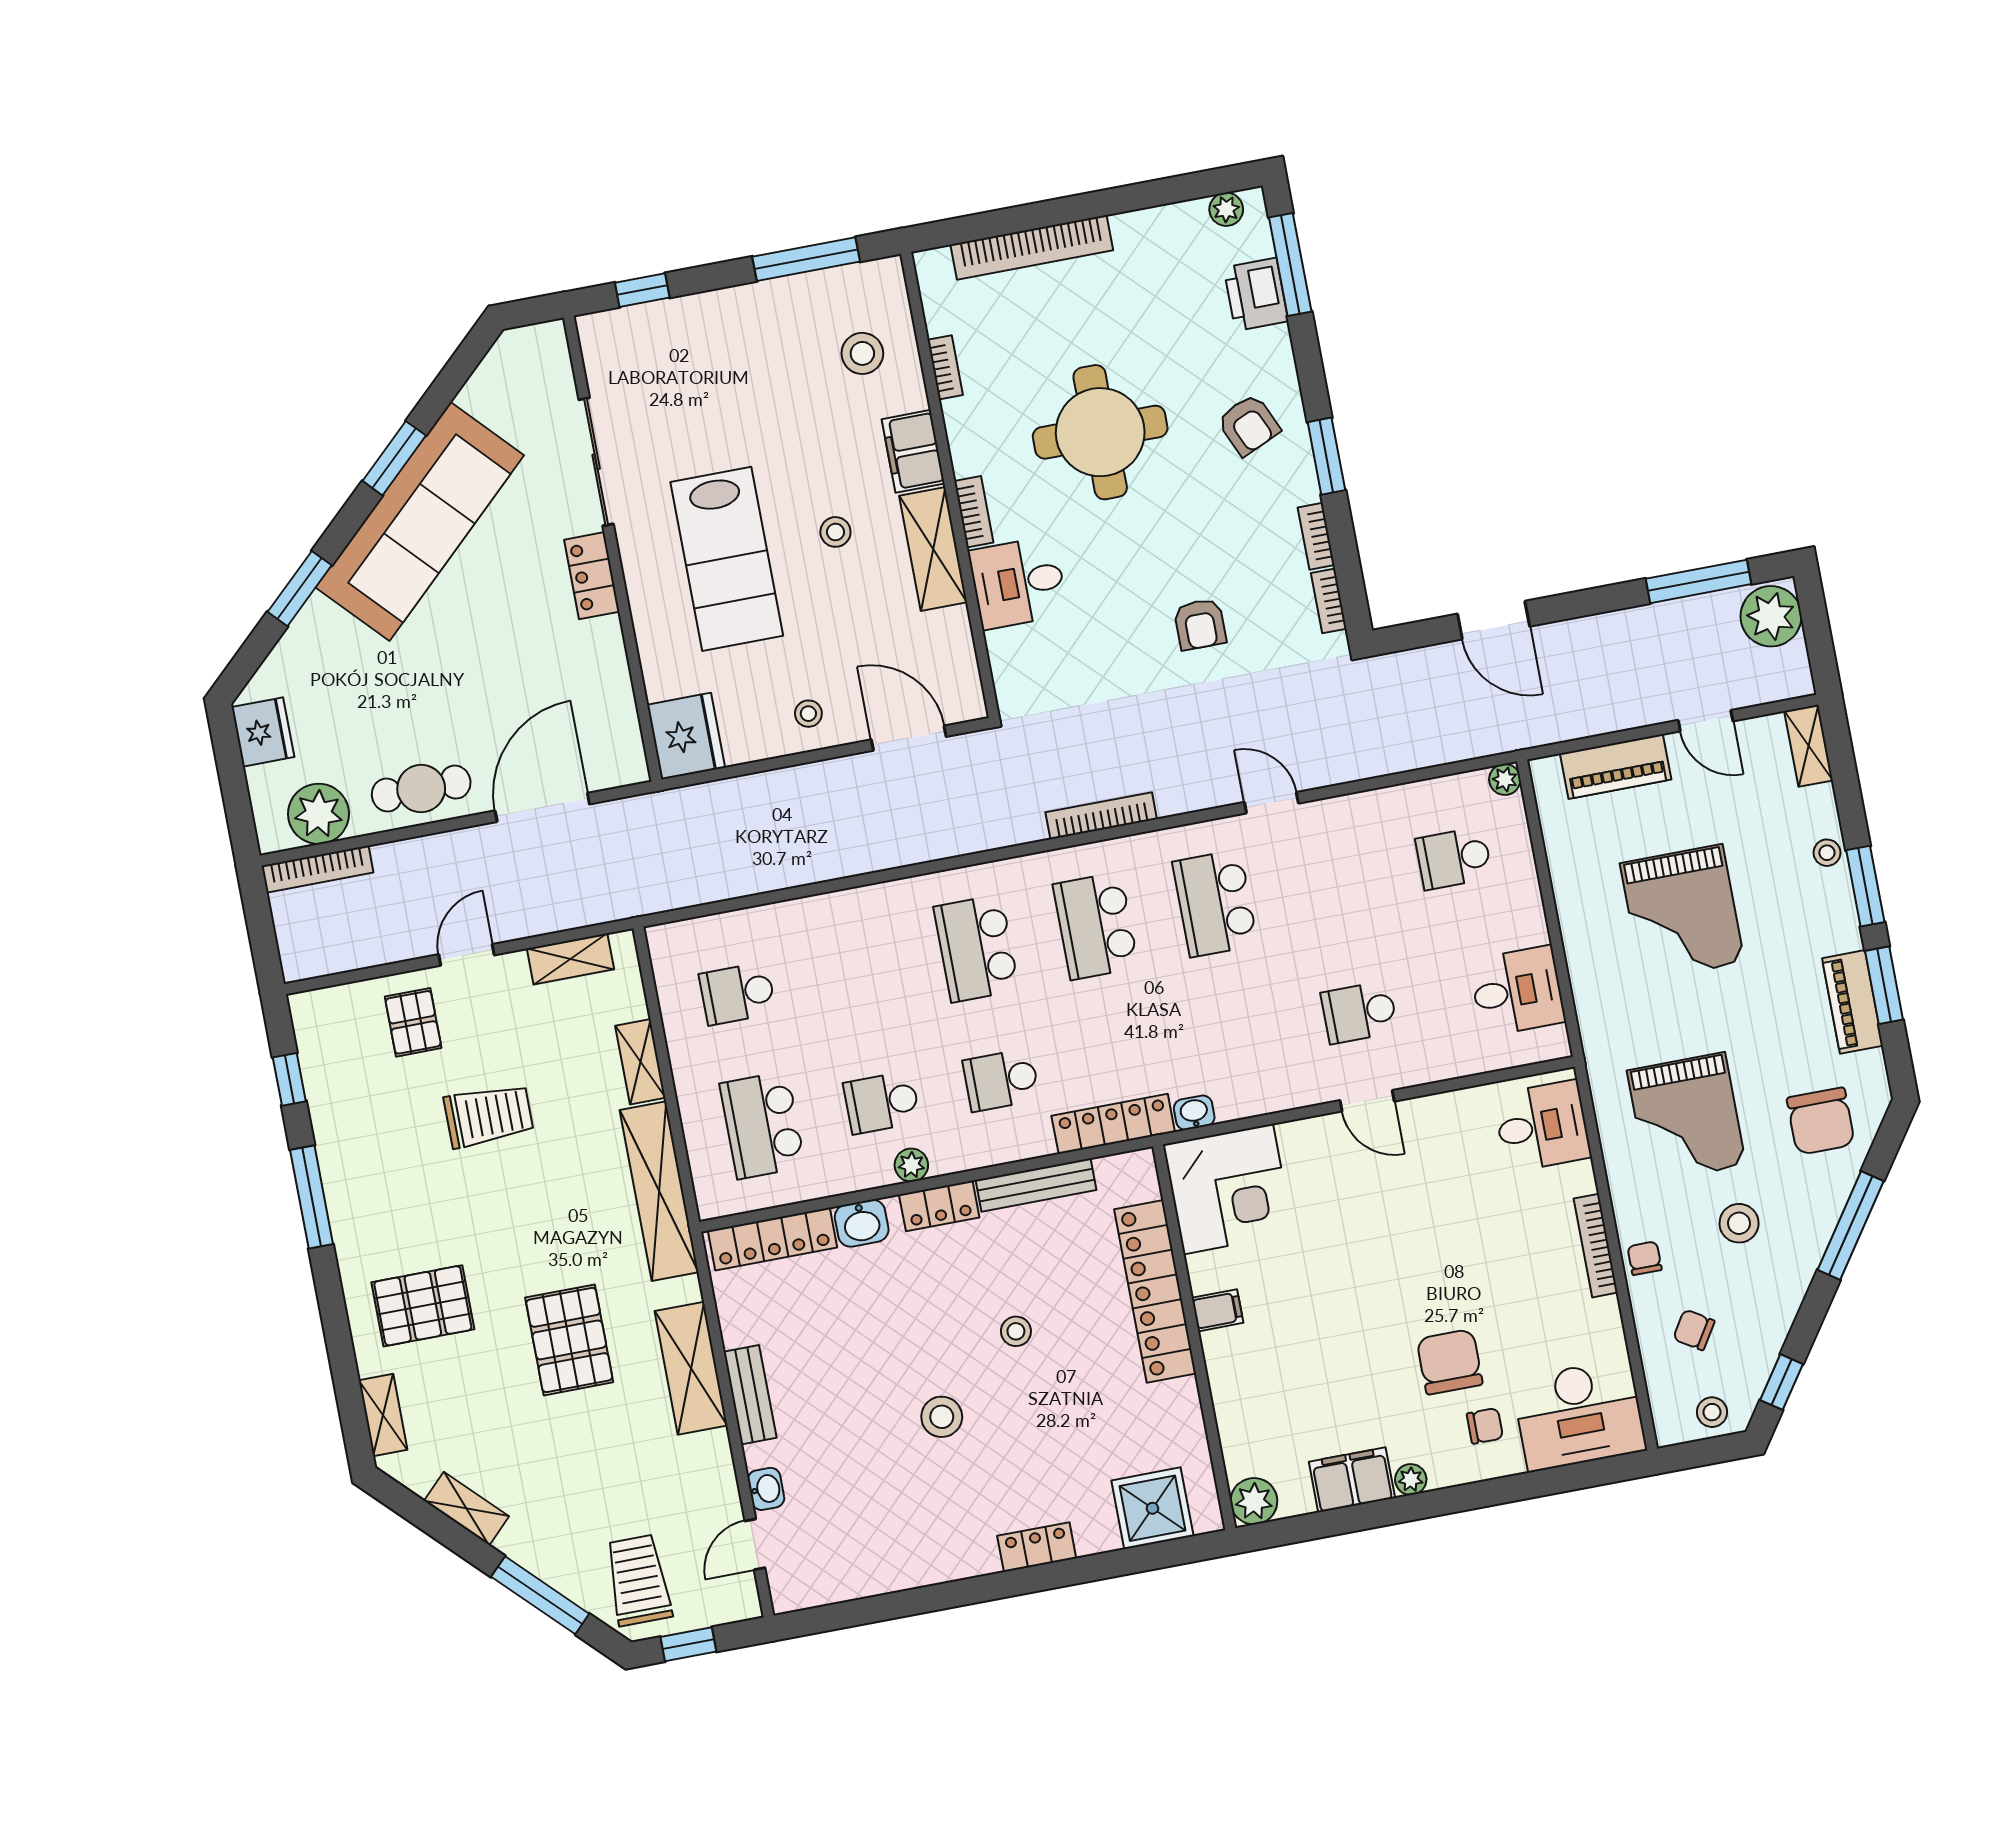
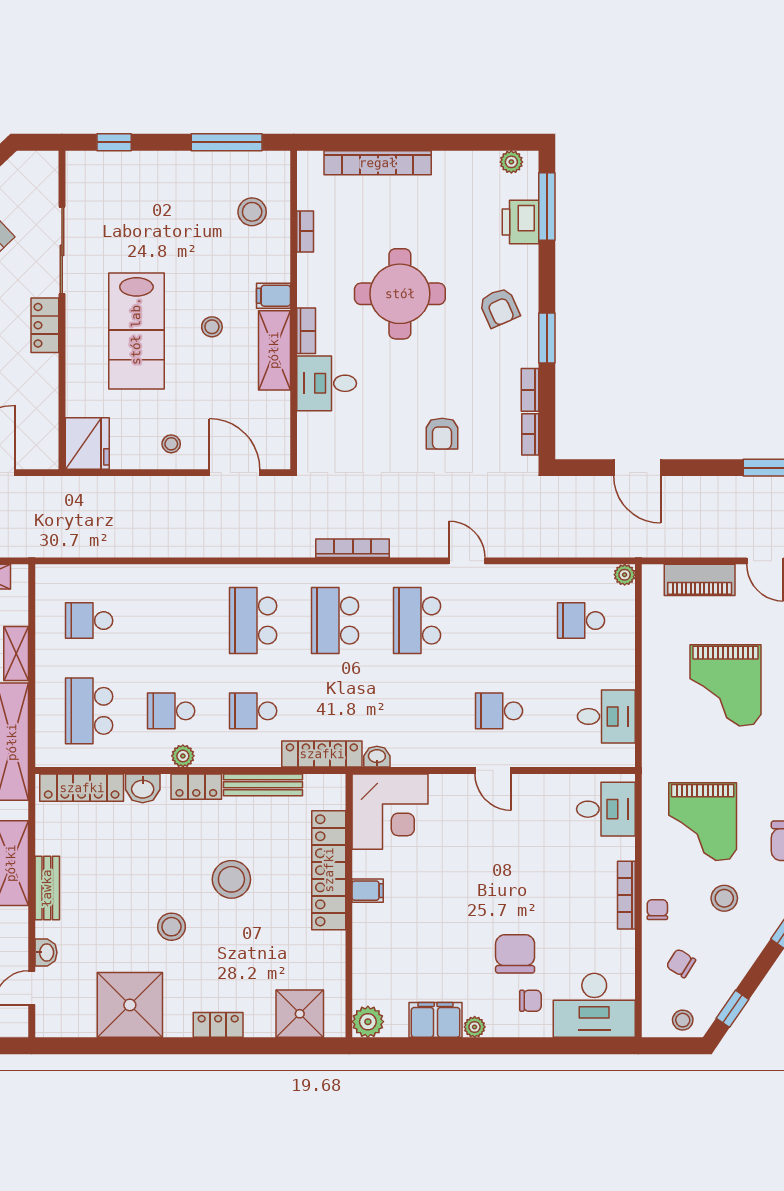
filing cabinet: (913, 451) -> (273, 296), width x0.50
stool: (1016, 1331) -> (231, 879), width x1.89, depth x1.89
shower: (903, 1542) -> (130, 1005), added

